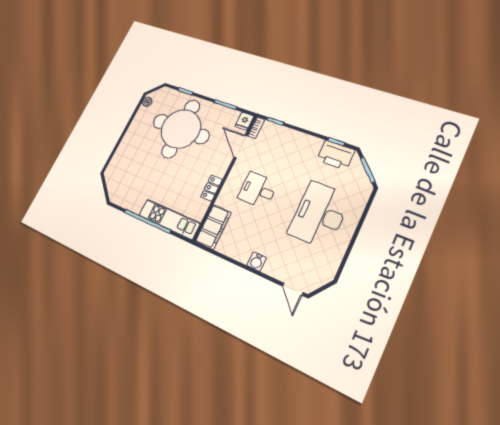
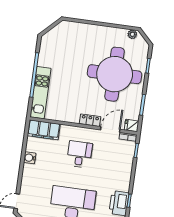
locker: (211, 188) -> (90, 120), moved
water cooler: (257, 262) -> (30, 158), moved

